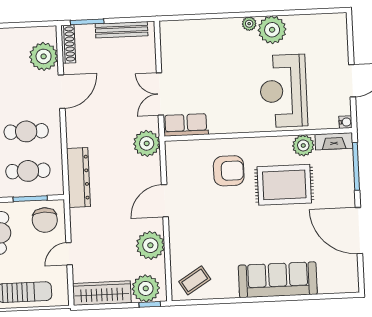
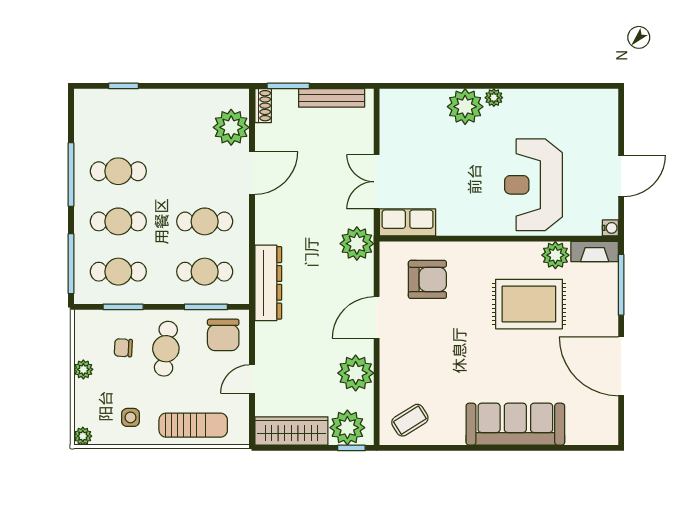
plant: (272, 30) -> (465, 107), moved
shoe rack: (68, 44) -> (263, 106), width x0.70
armchair: (229, 171) -> (427, 279), moved

